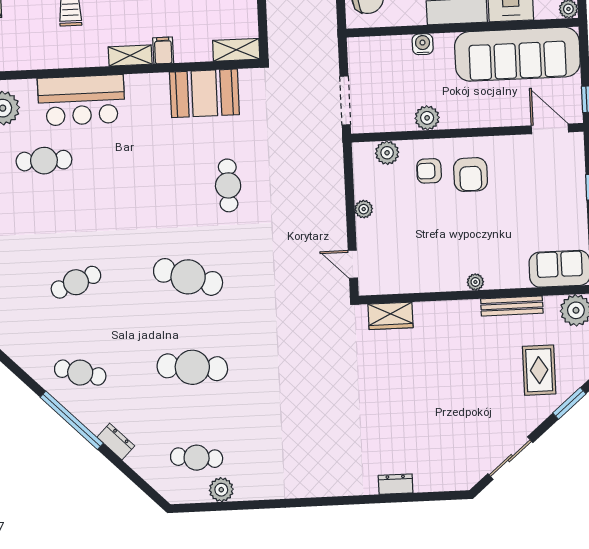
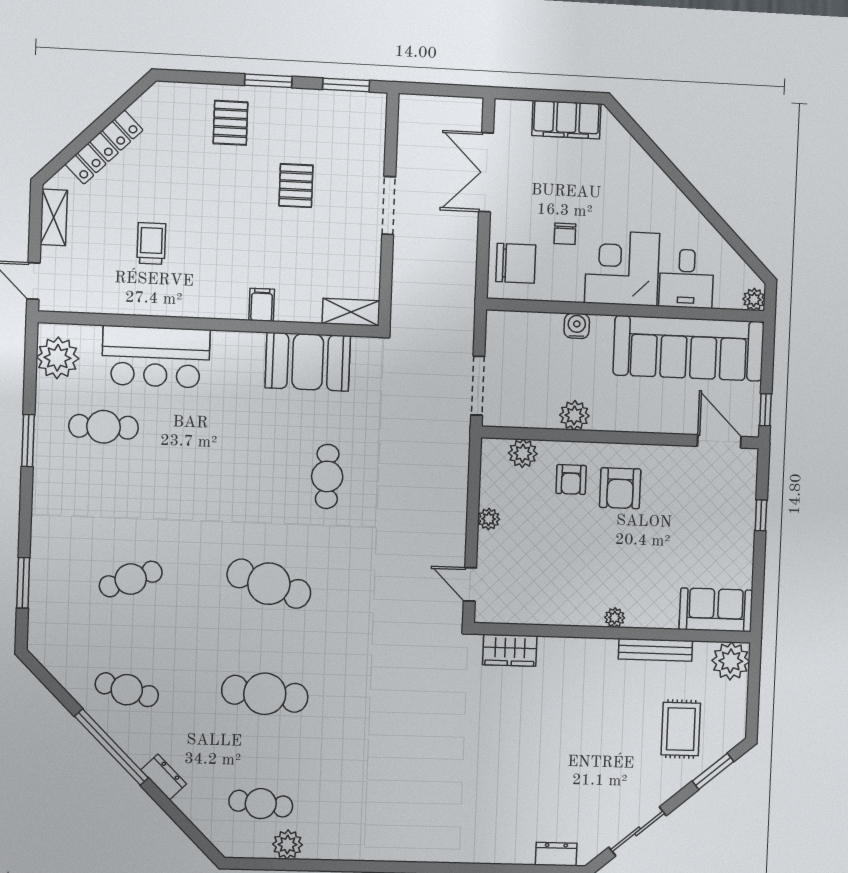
shelving: (130, 56) -> (221, 307), removed
armchair: (429, 171) -> (571, 480), turned -90
dresser: (396, 484) -> (556, 854), moved

